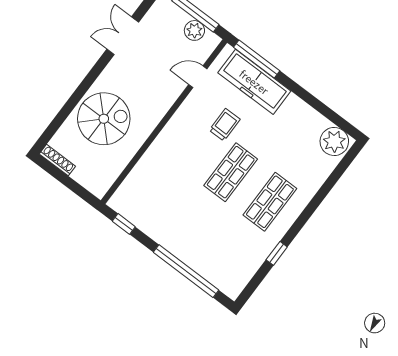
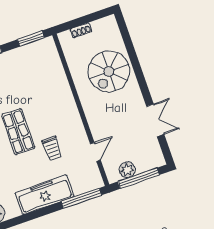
freezer: (254, 82) -> (45, 195), moved
shoe rack: (57, 160) -> (81, 30), moved, width x0.70
window: (124, 224) -> (31, 39), width x1.50

